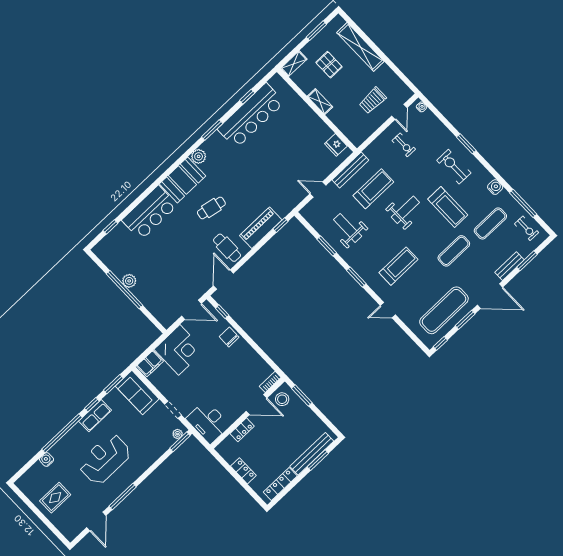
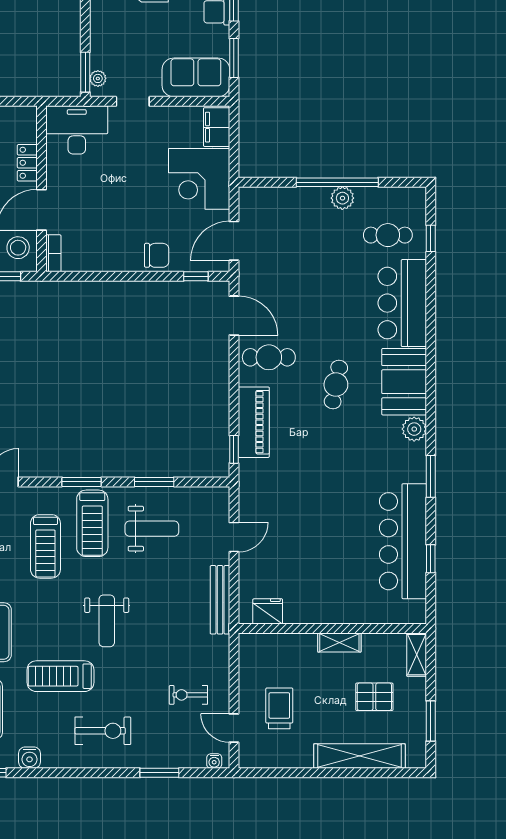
window: (466, 144) -> (159, 773), moved
treadmill: (373, 189) -> (92, 523), moved
cafe table: (126, 247) -> (388, 235), added

